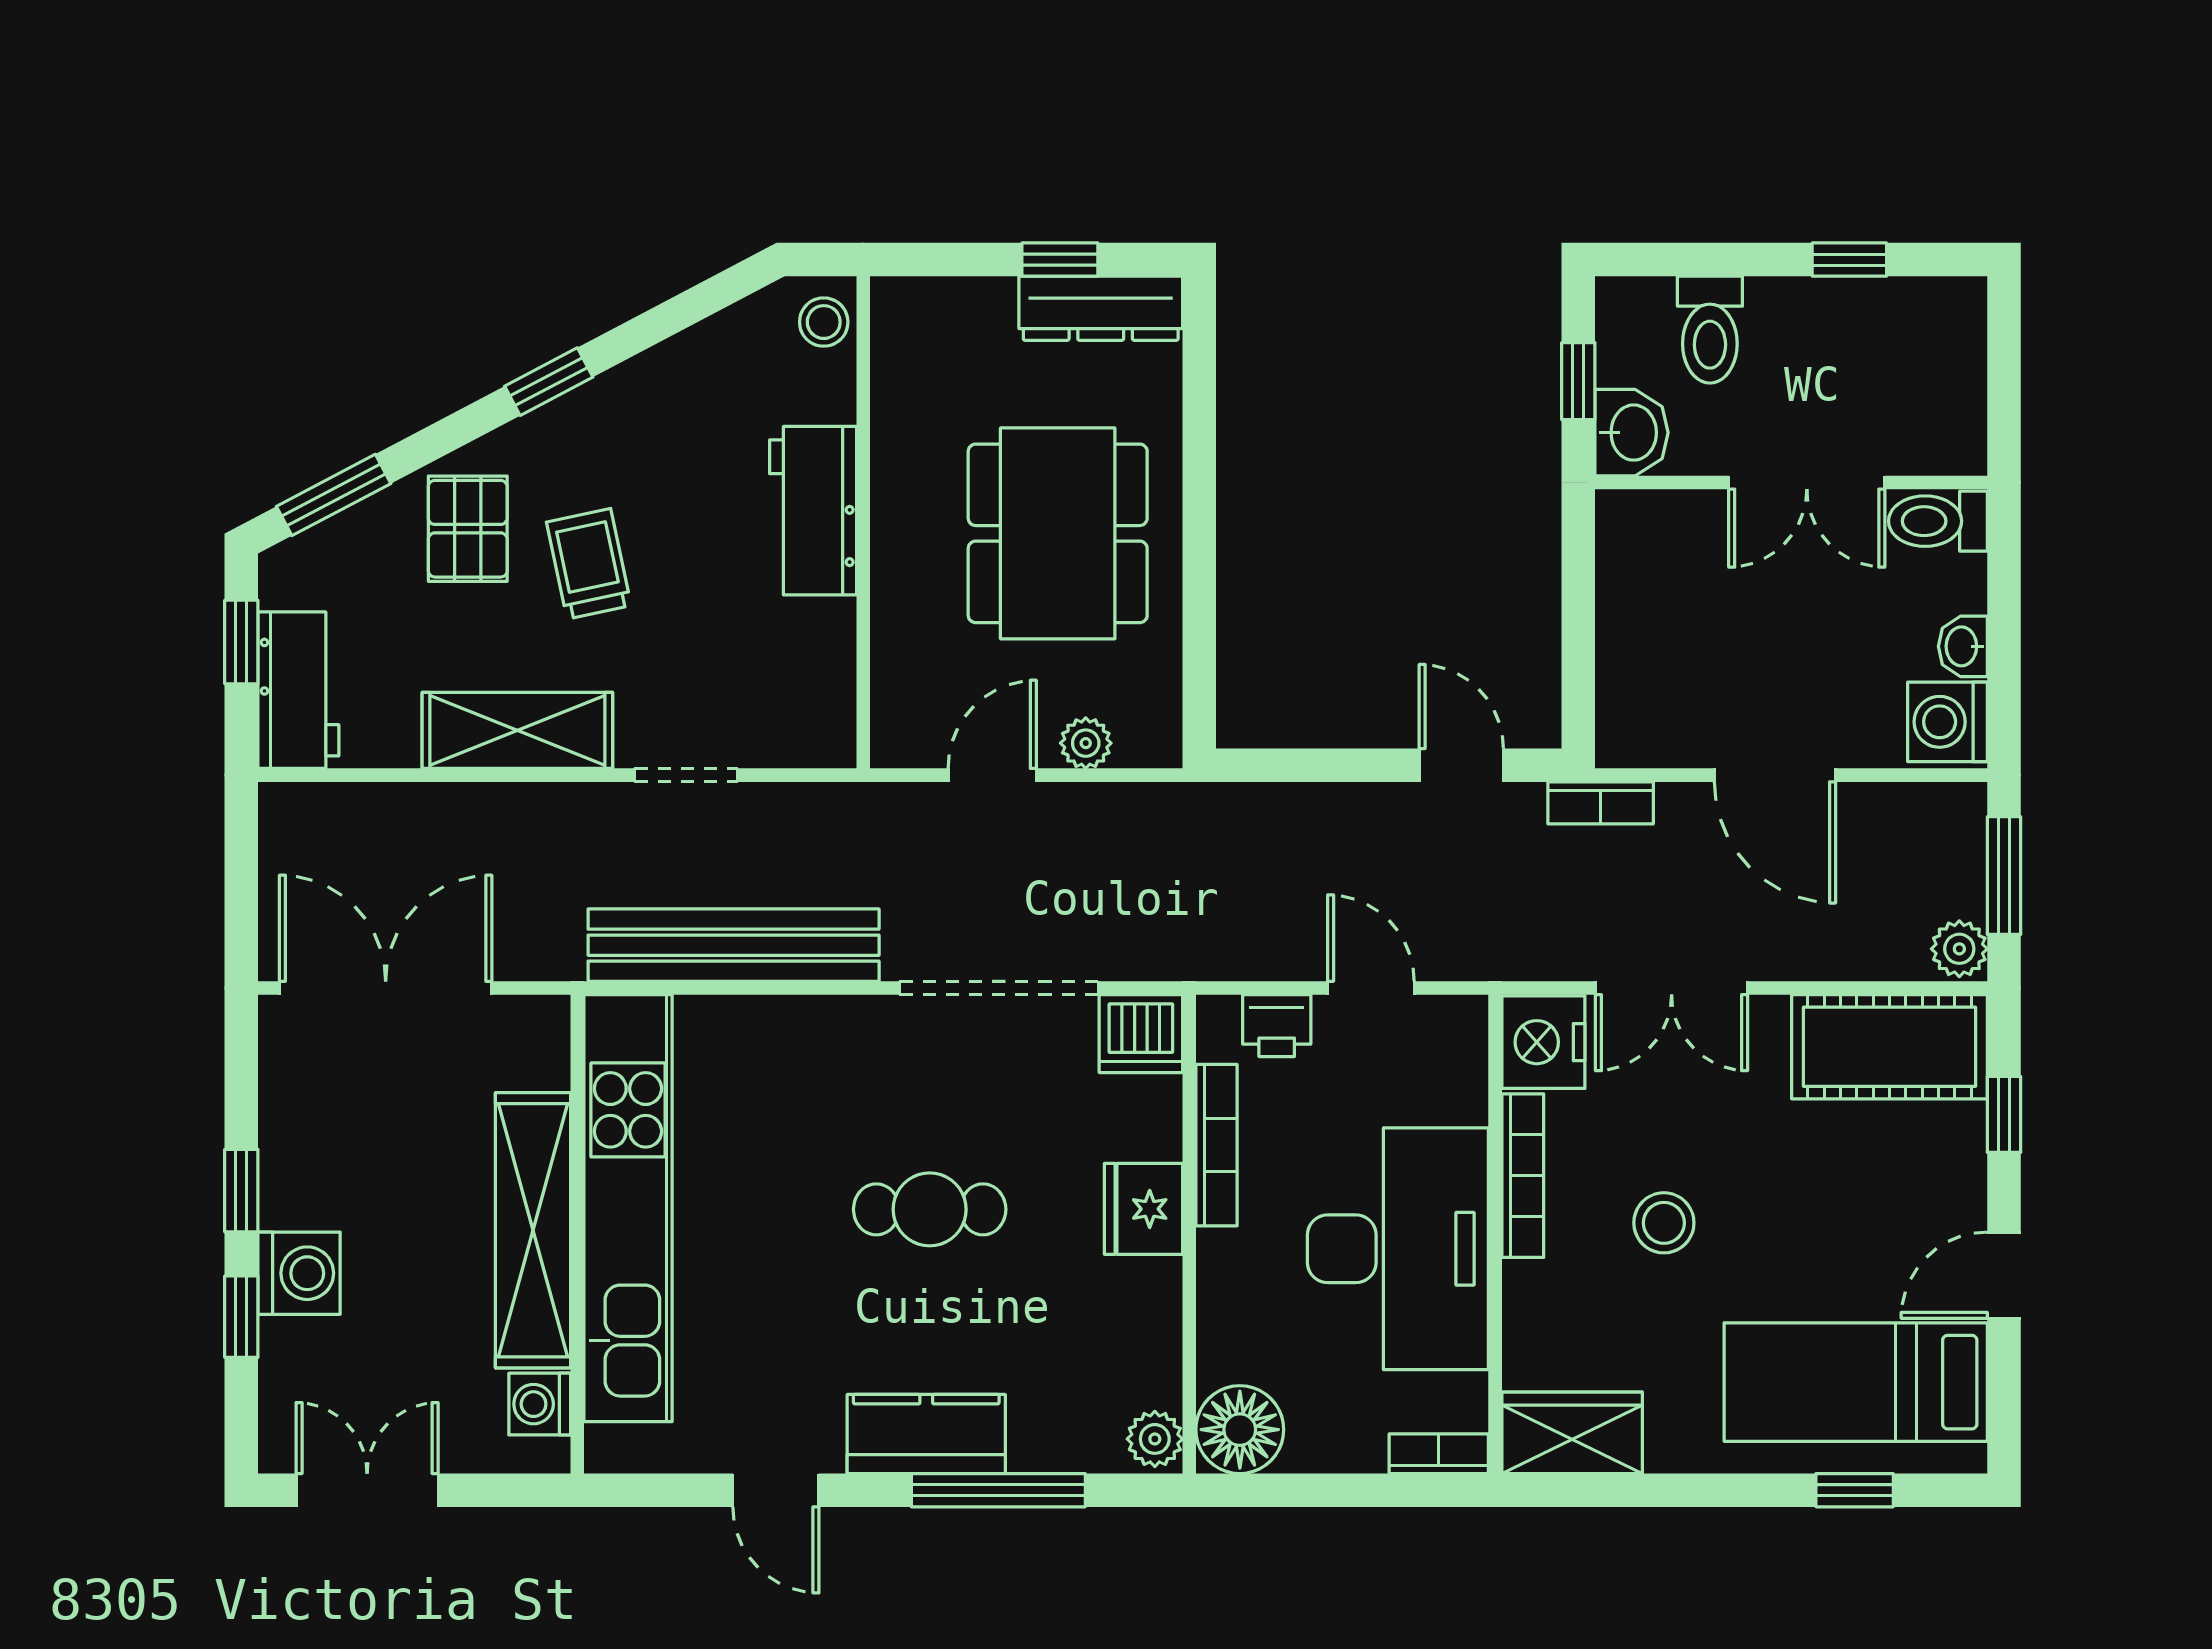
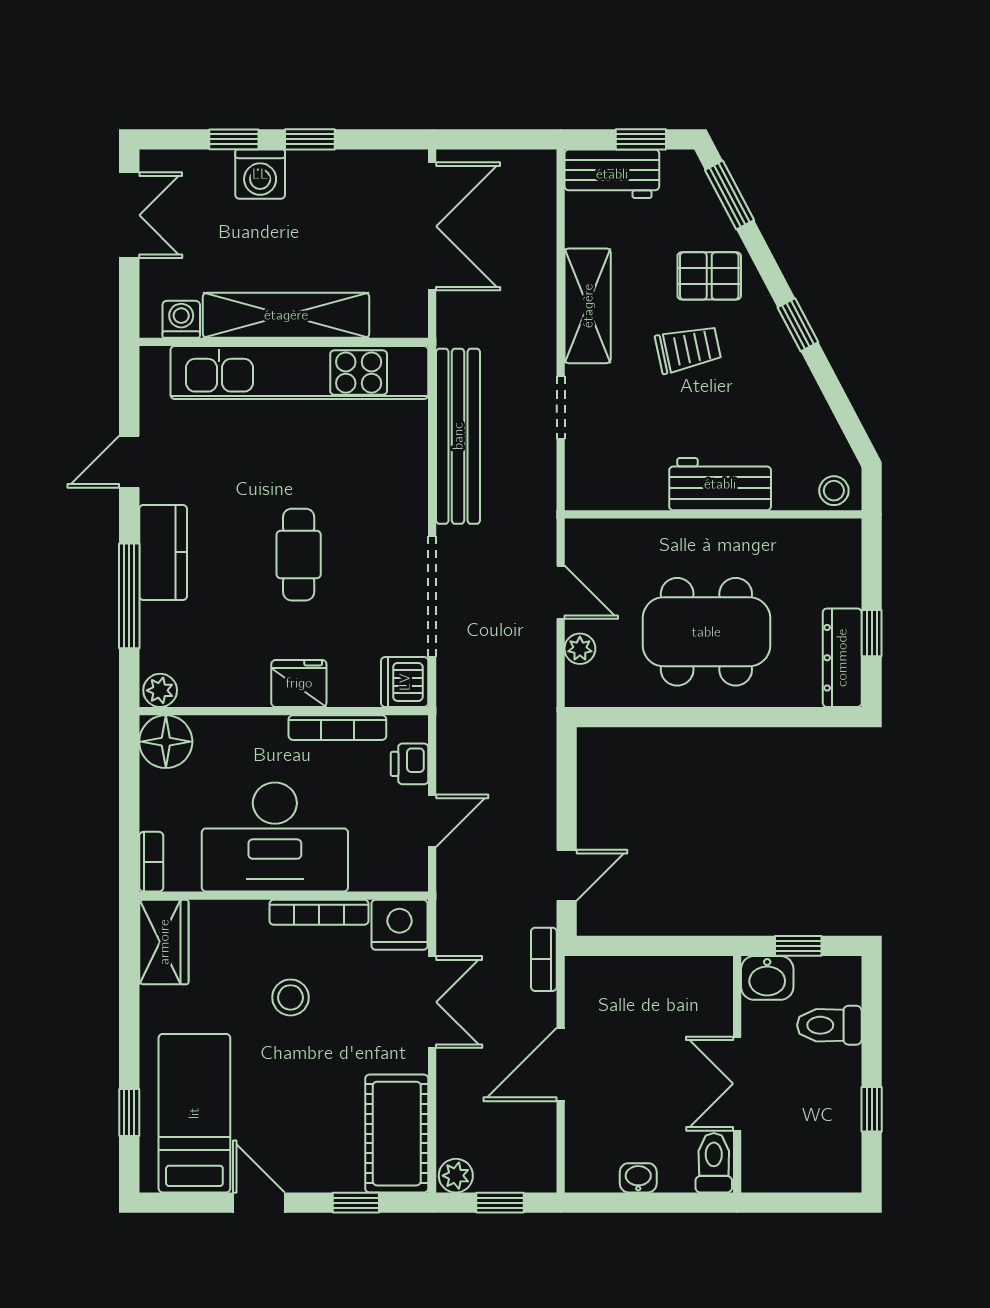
washing machine: (1948, 722) -> (593, 1169), removed
window: (2004, 876) -> (500, 1203), width x0.67
double door: (1672, 988) -> (432, 1002), swing flipped

